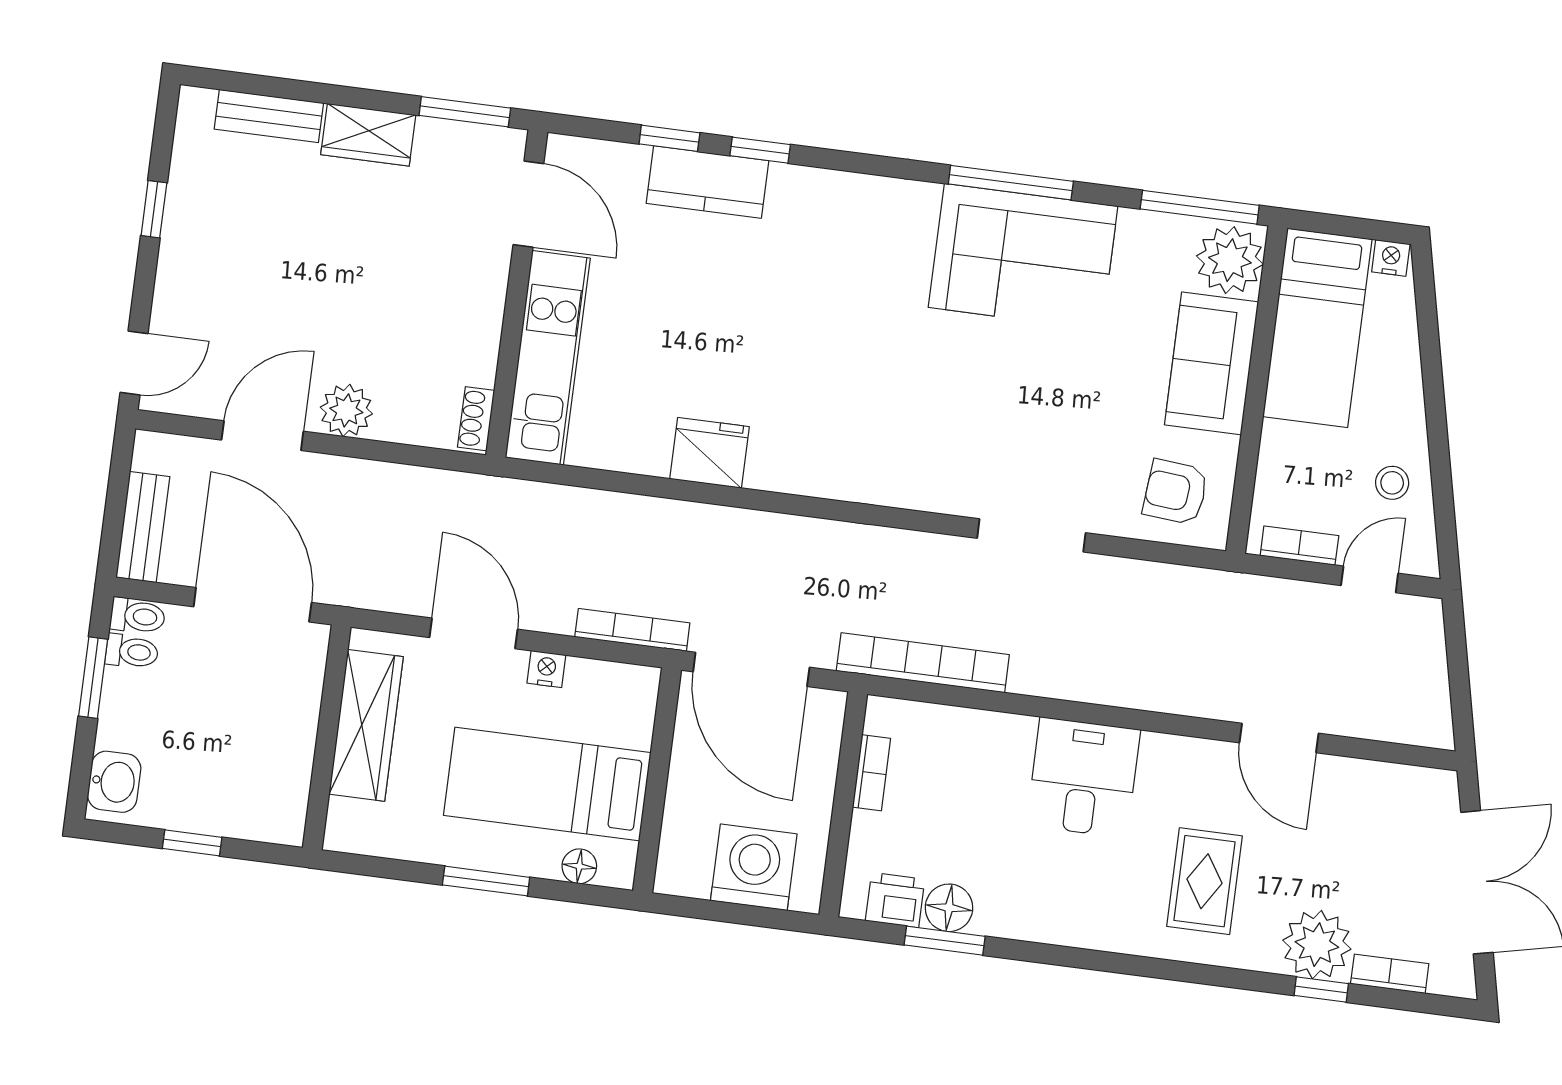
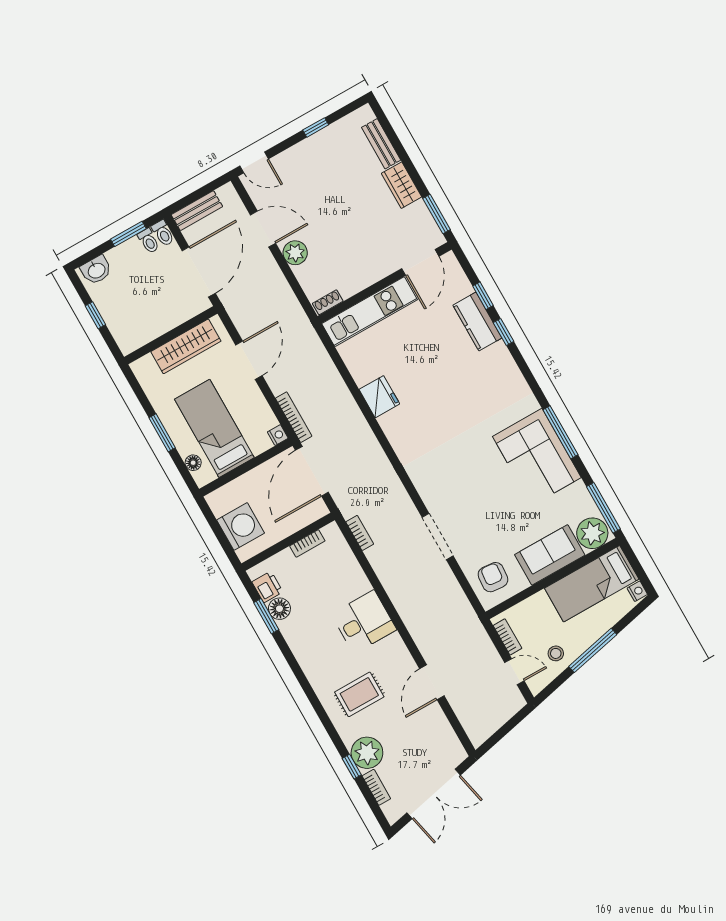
window: (1436, 414) -> (593, 650), added
bookcase: (923, 663) -> (360, 533), width x0.43, depth x0.76
nightstand: (546, 669) -> (278, 435), moved

